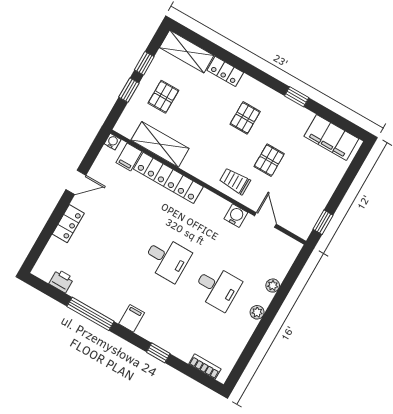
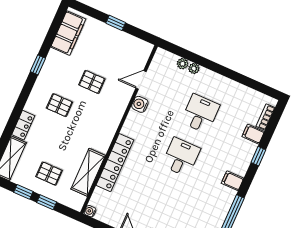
filing cabinet: (129, 157) -> (253, 134), moved, turned 180
trolley: (235, 181) -> (112, 108), removed
window: (323, 222) -> (116, 23), moved
plant: (257, 312) -> (183, 64), moved

